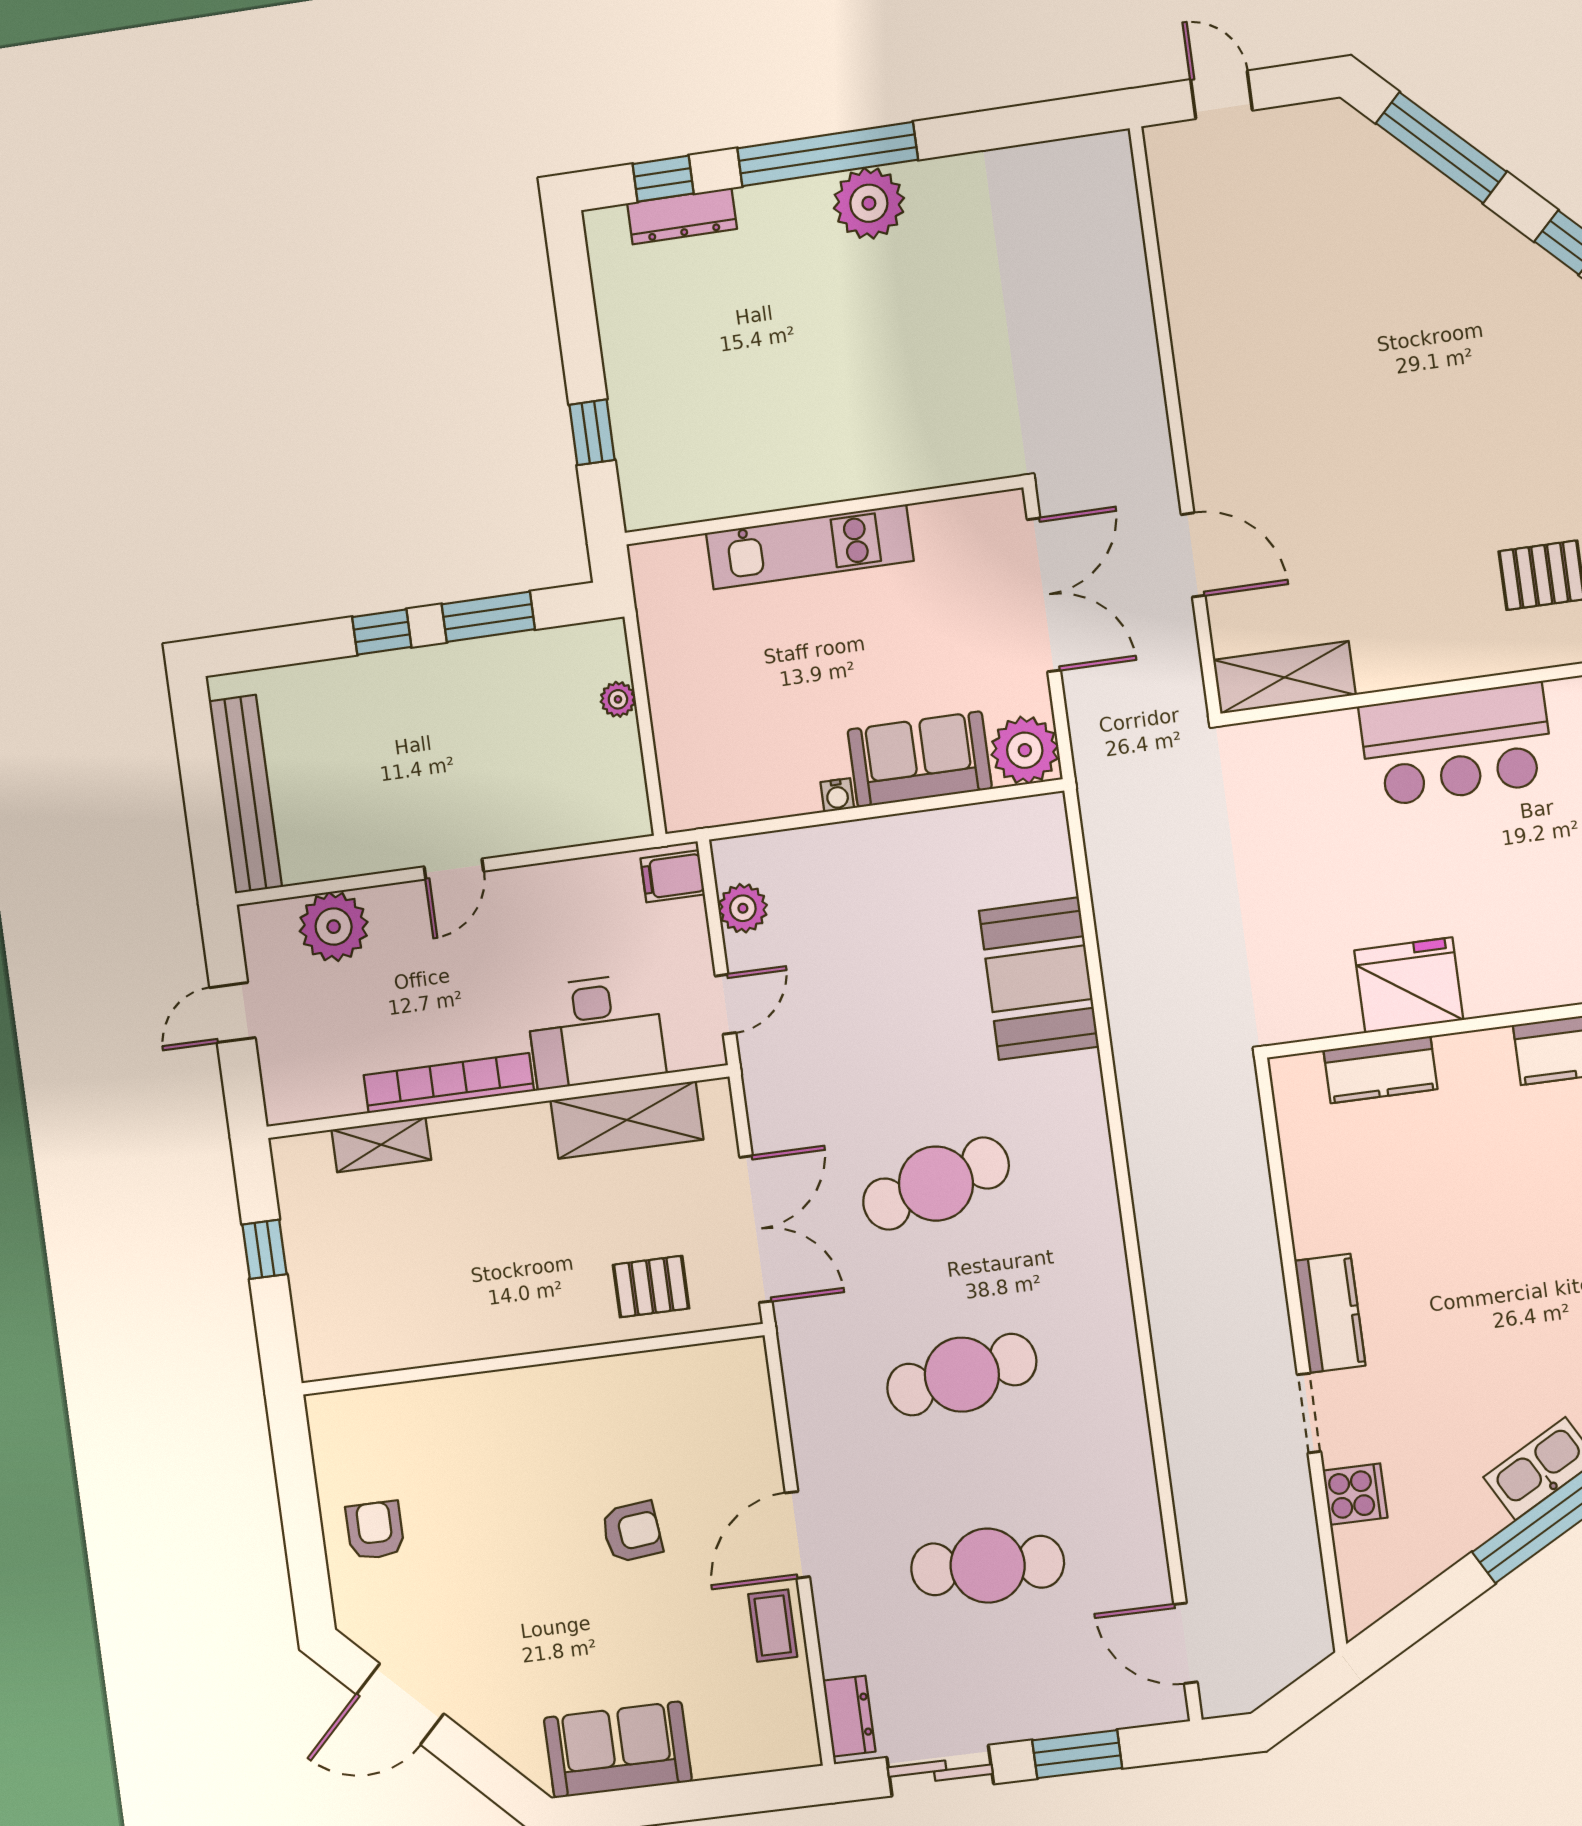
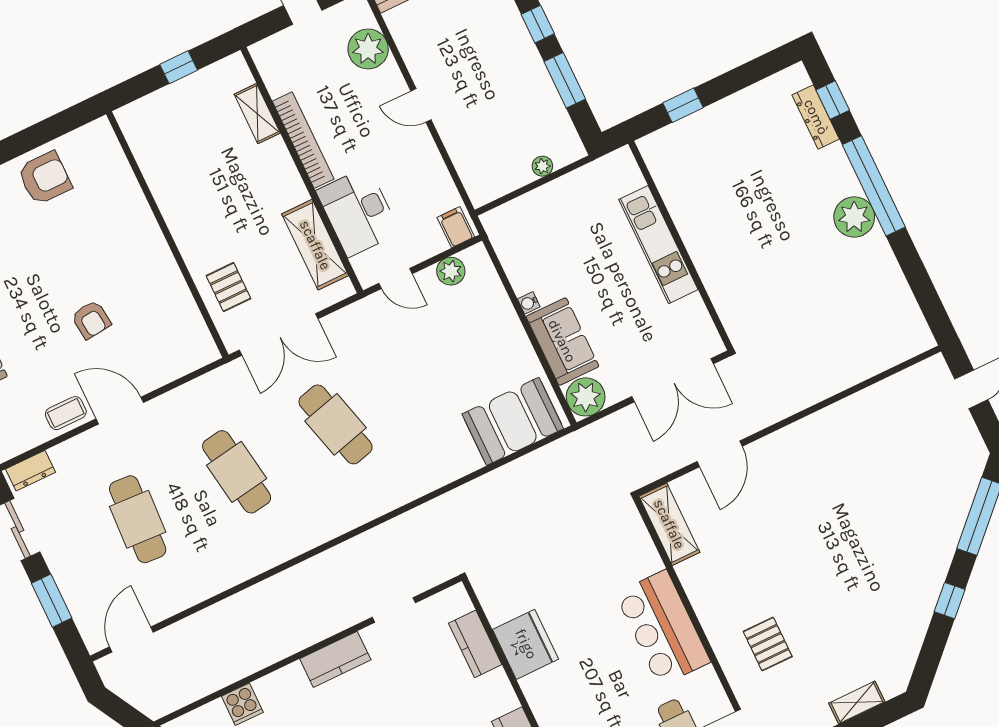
booth: (1039, 979) -> (513, 421), moved
doorway: (1309, 1413) -> (394, 610), moved
armchair: (375, 1530) -> (45, 178), width x1.38, depth x1.38

